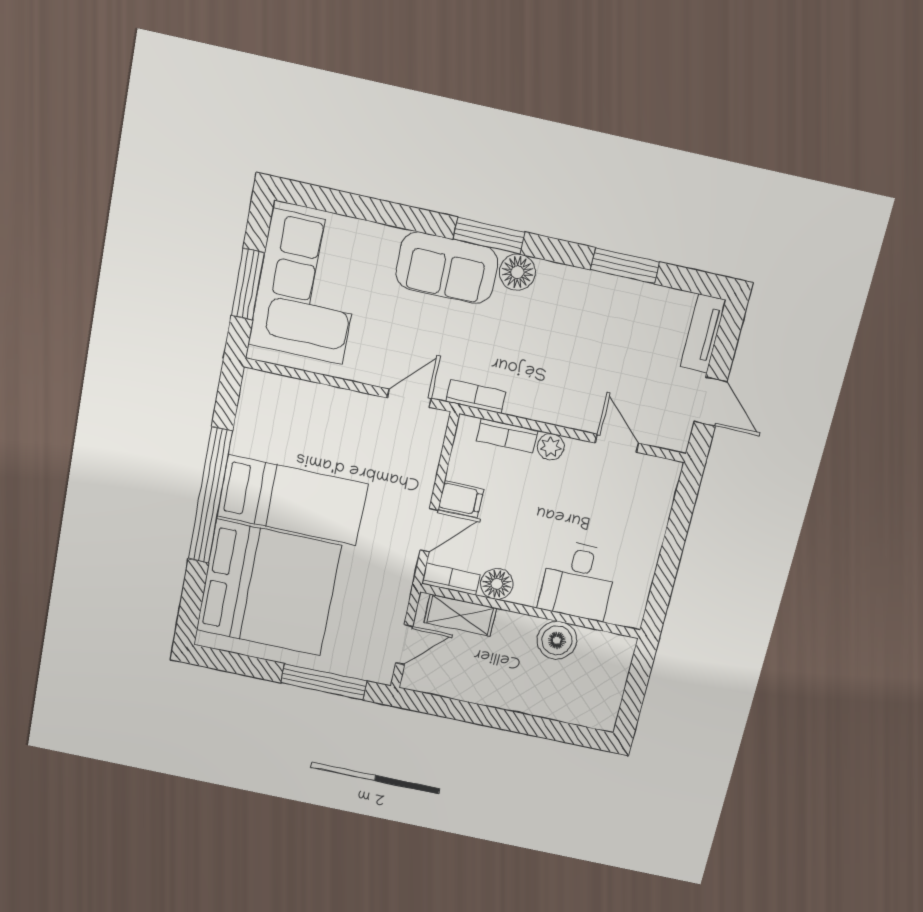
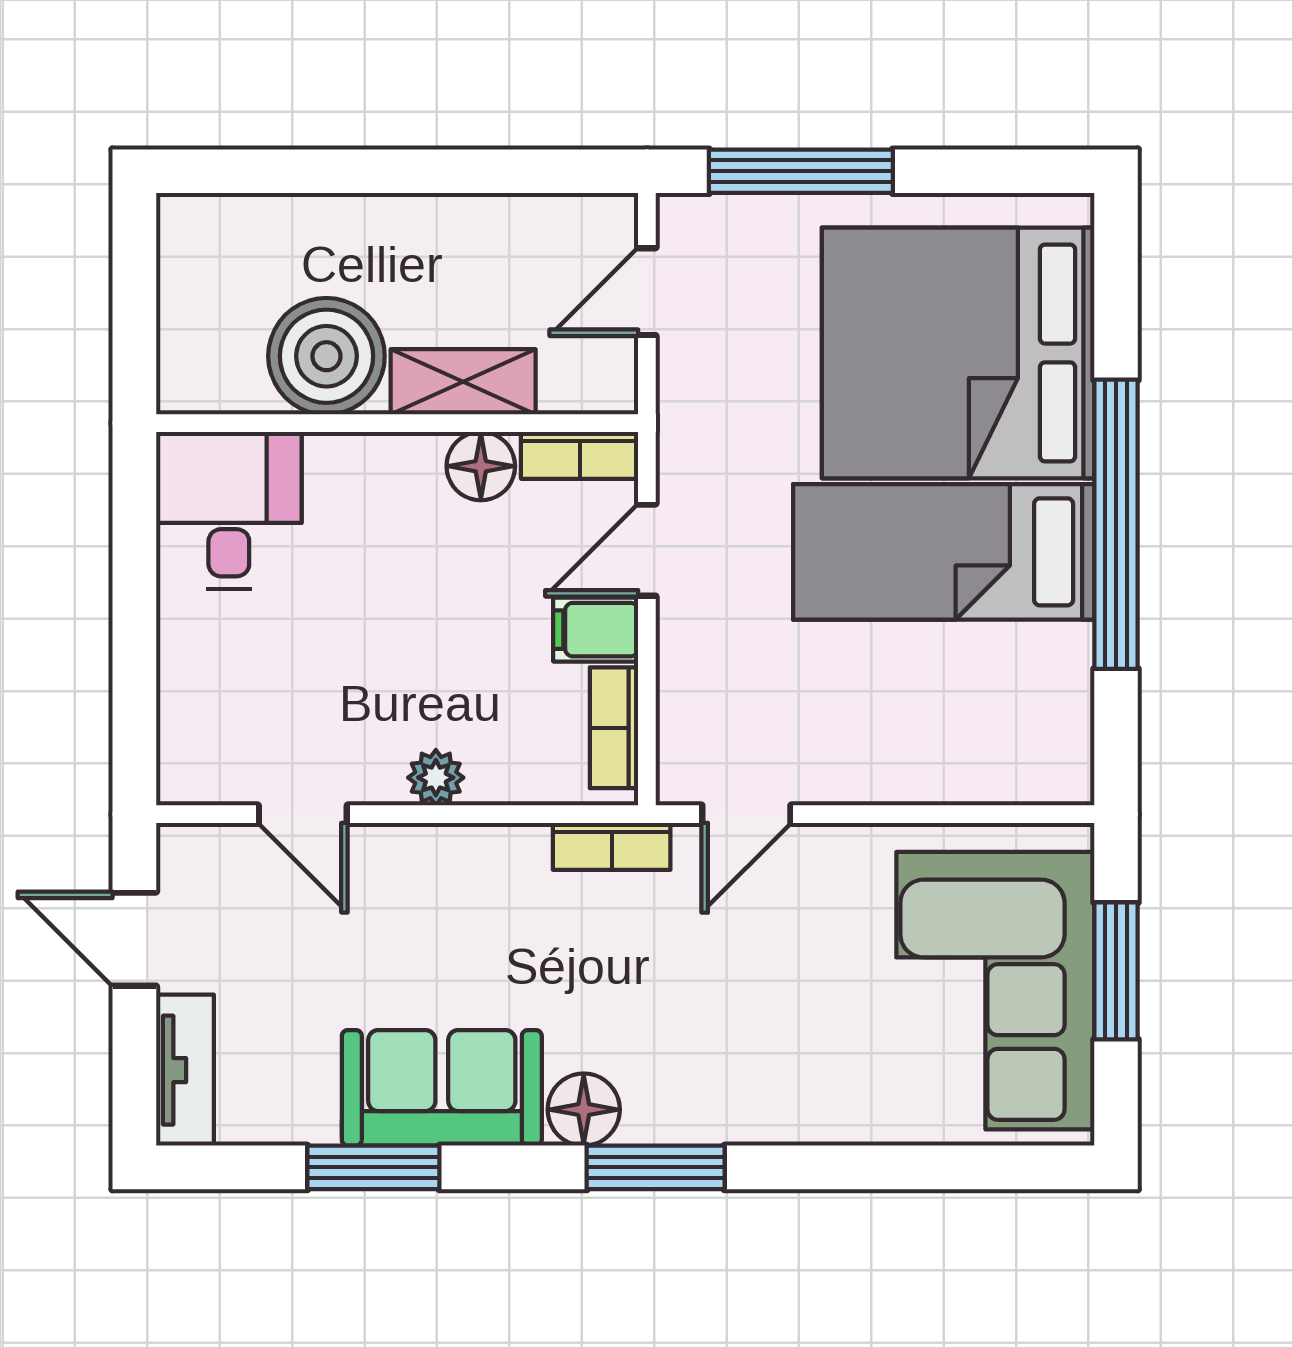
sofa: (447, 268) -> (442, 1088), moved
bookcase: (507, 436) -> (614, 728), moved, turned -90
desk: (578, 581) -> (229, 510), moved
shelving: (460, 615) -> (463, 382), moved
boiler: (557, 640) -> (326, 356), width x1.37, depth x1.37

